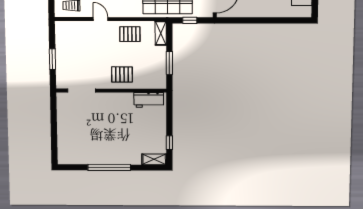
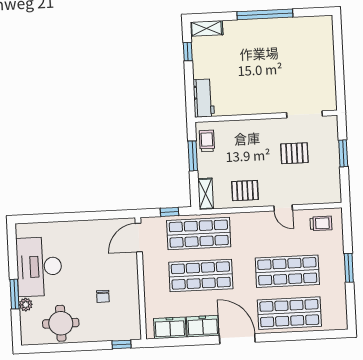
pallet: (122, 74) -> (294, 153), moved
trolley: (158, 74) -> (207, 141), added
workbench: (149, 100) -> (204, 98), moved, turned 90

